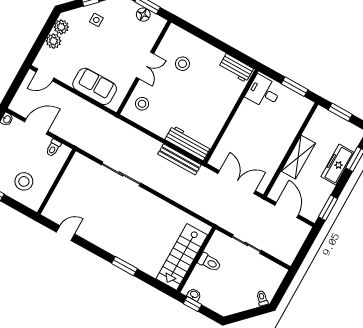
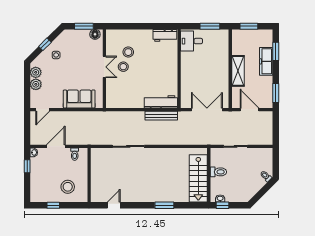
floor lamp: (143, 15) -> (95, 34), moved
stool: (142, 104) -> (123, 67), moved

